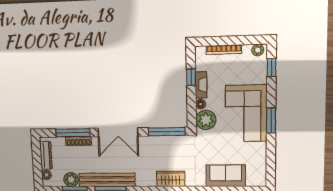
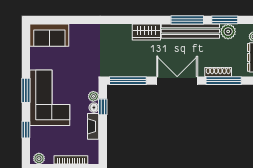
window: (271, 68) -> (26, 130), moved
window: (191, 77) -> (103, 107), moved
plant: (206, 120) -> (93, 96), width x0.53, depth x0.53
sofa: (226, 176) -> (49, 35), moved
wardrobe: (171, 179) -> (146, 32), moved

